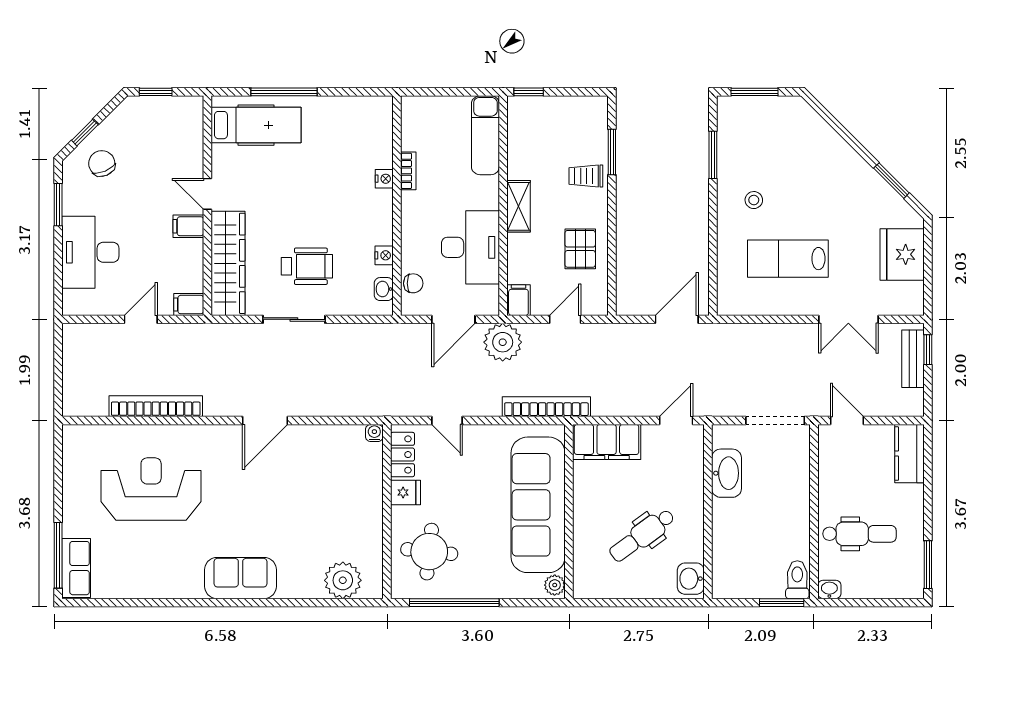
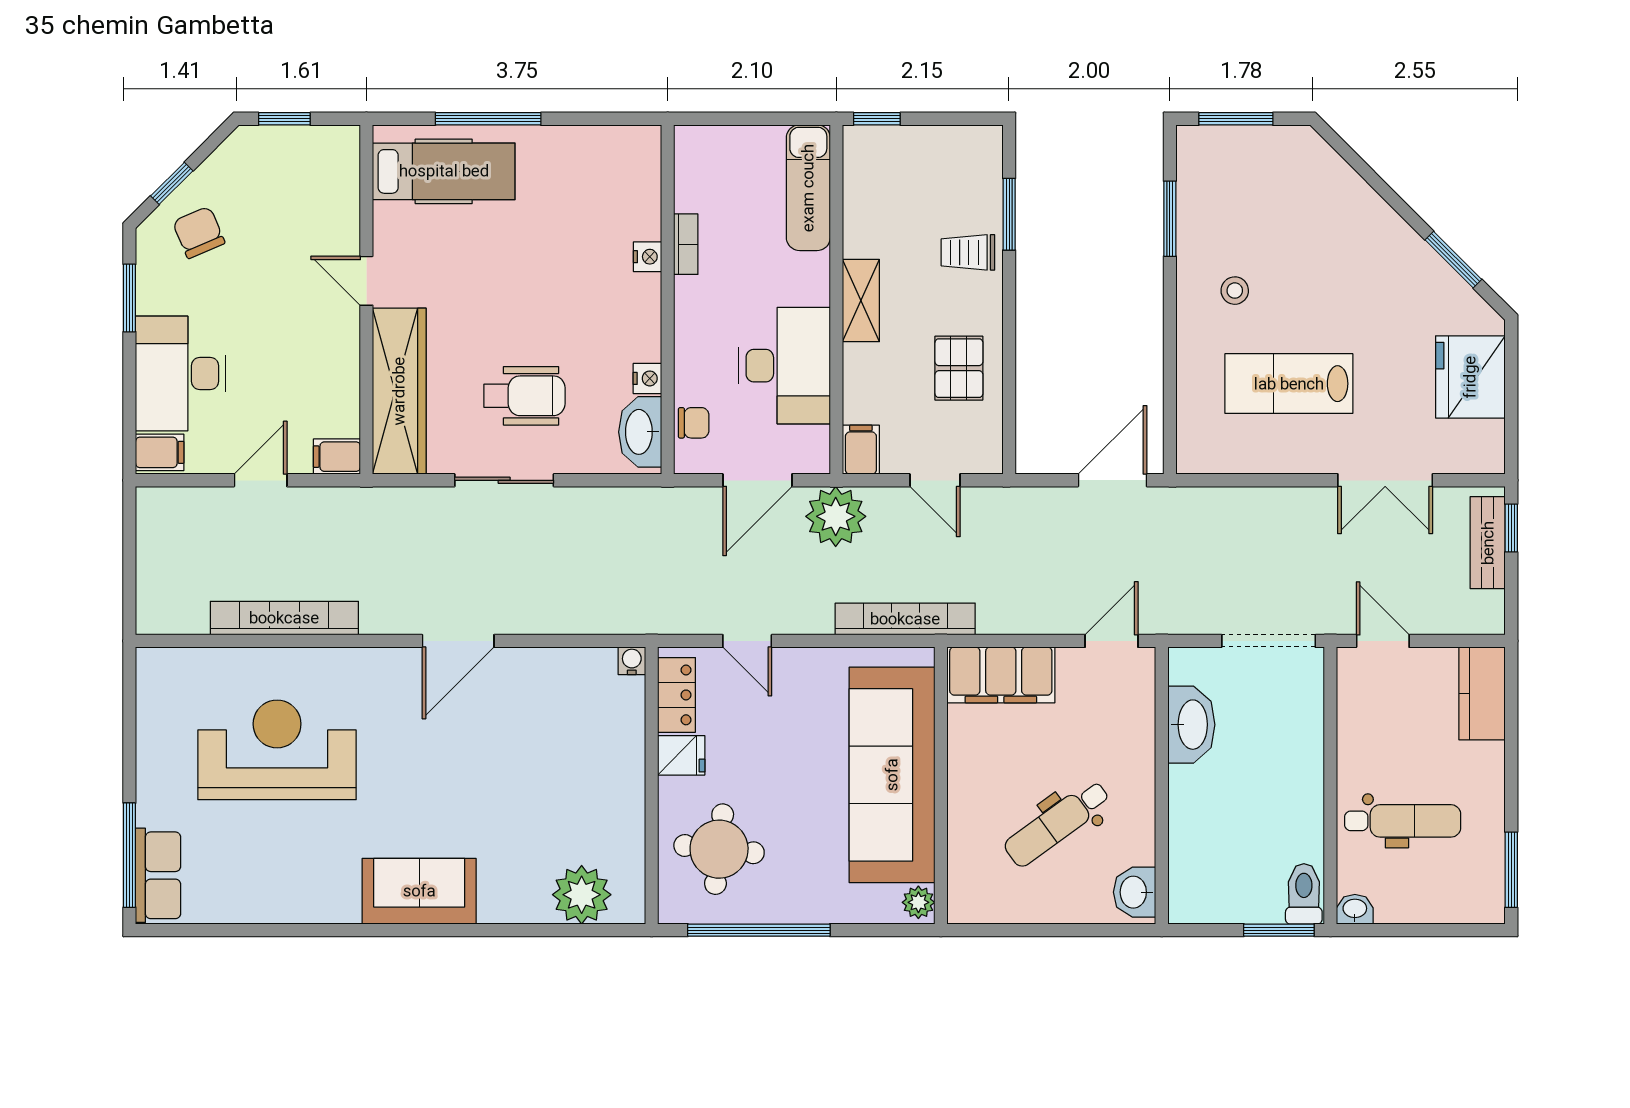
filing cabinet: (188, 226) -> (160, 452), moved, turned 180
washbasin: (384, 289) -> (640, 432), width x1.91, depth x1.45
door: (565, 319) -> (935, 480), swing flipped

